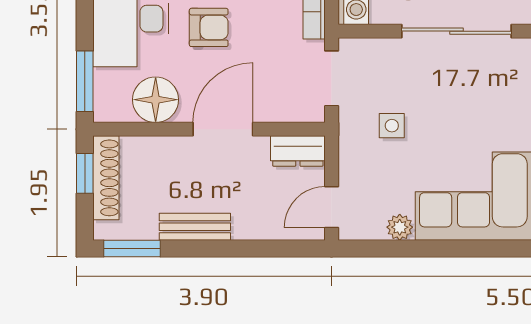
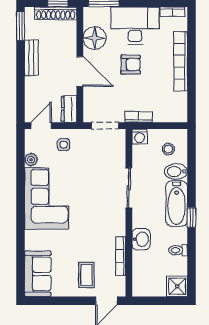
armchair: (209, 27) -> (131, 65), turned -90
sliding door: (456, 31) -> (129, 188), width x0.73
side table: (392, 126) -> (64, 145), moved
door: (332, 207) -> (41, 126), hinge flipped

